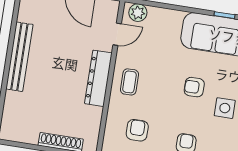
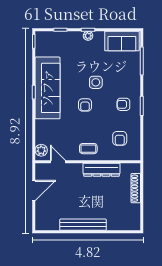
dresser: (98, 78) -> (101, 170), moved
armchair: (137, 130) -> (120, 138), turned -90

